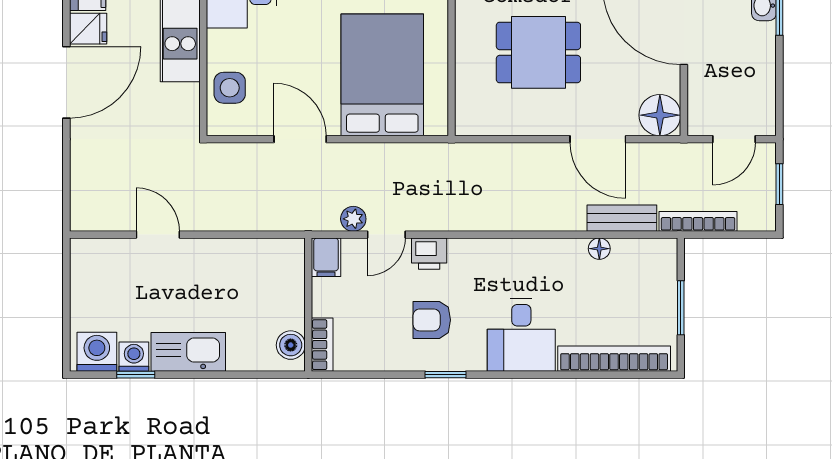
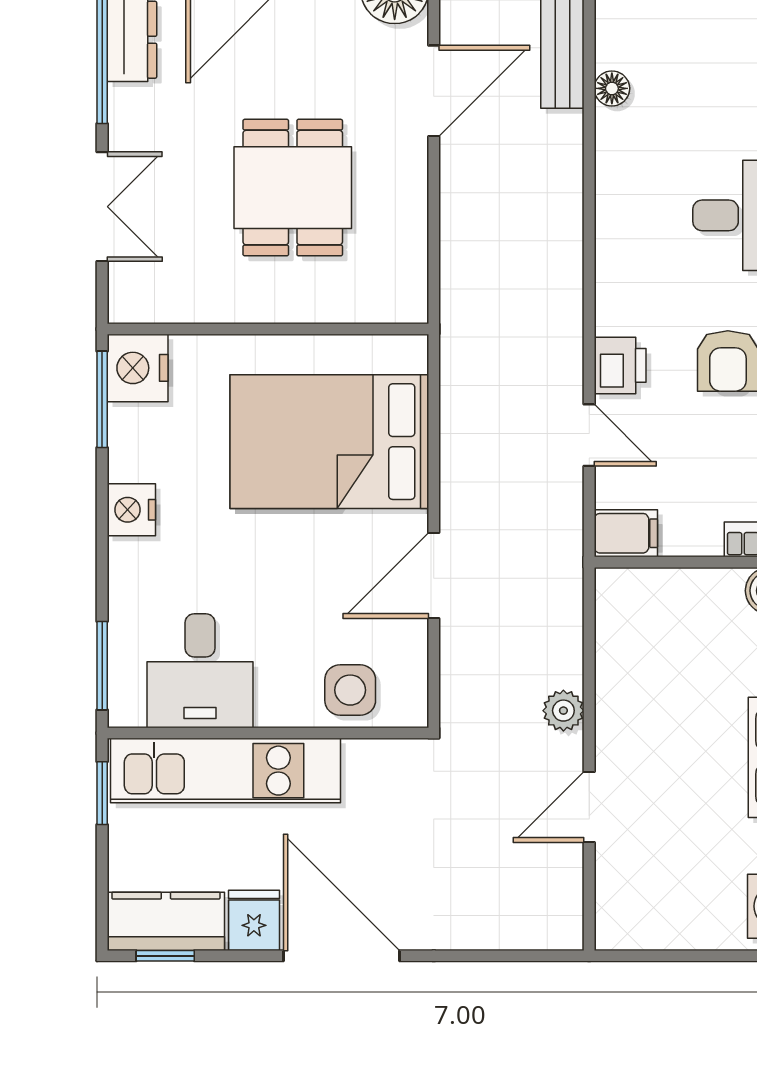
plant: (353, 219) -> (563, 711), moved

